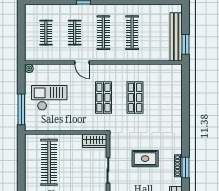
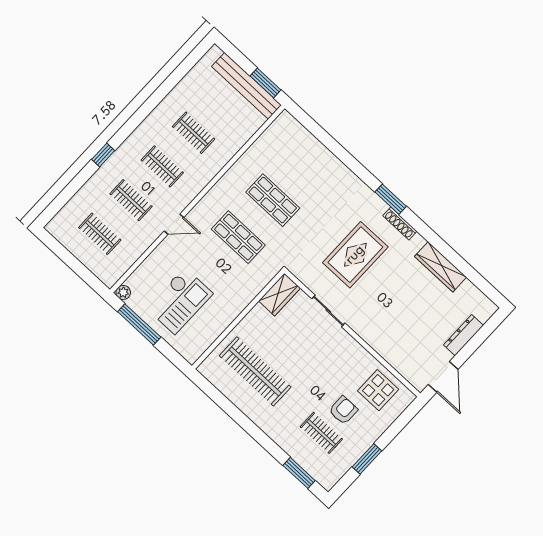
clothes rail: (103, 33) -> (162, 166), width x0.73
clothes rail: (132, 33) -> (194, 133), width x0.73
checkout: (49, 98) -> (180, 301), turned 180
window: (21, 109) -> (139, 324), moved
rug: (145, 159) -> (355, 255), width x1.36, depth x1.43
window: (186, 168) -> (391, 199), moved

